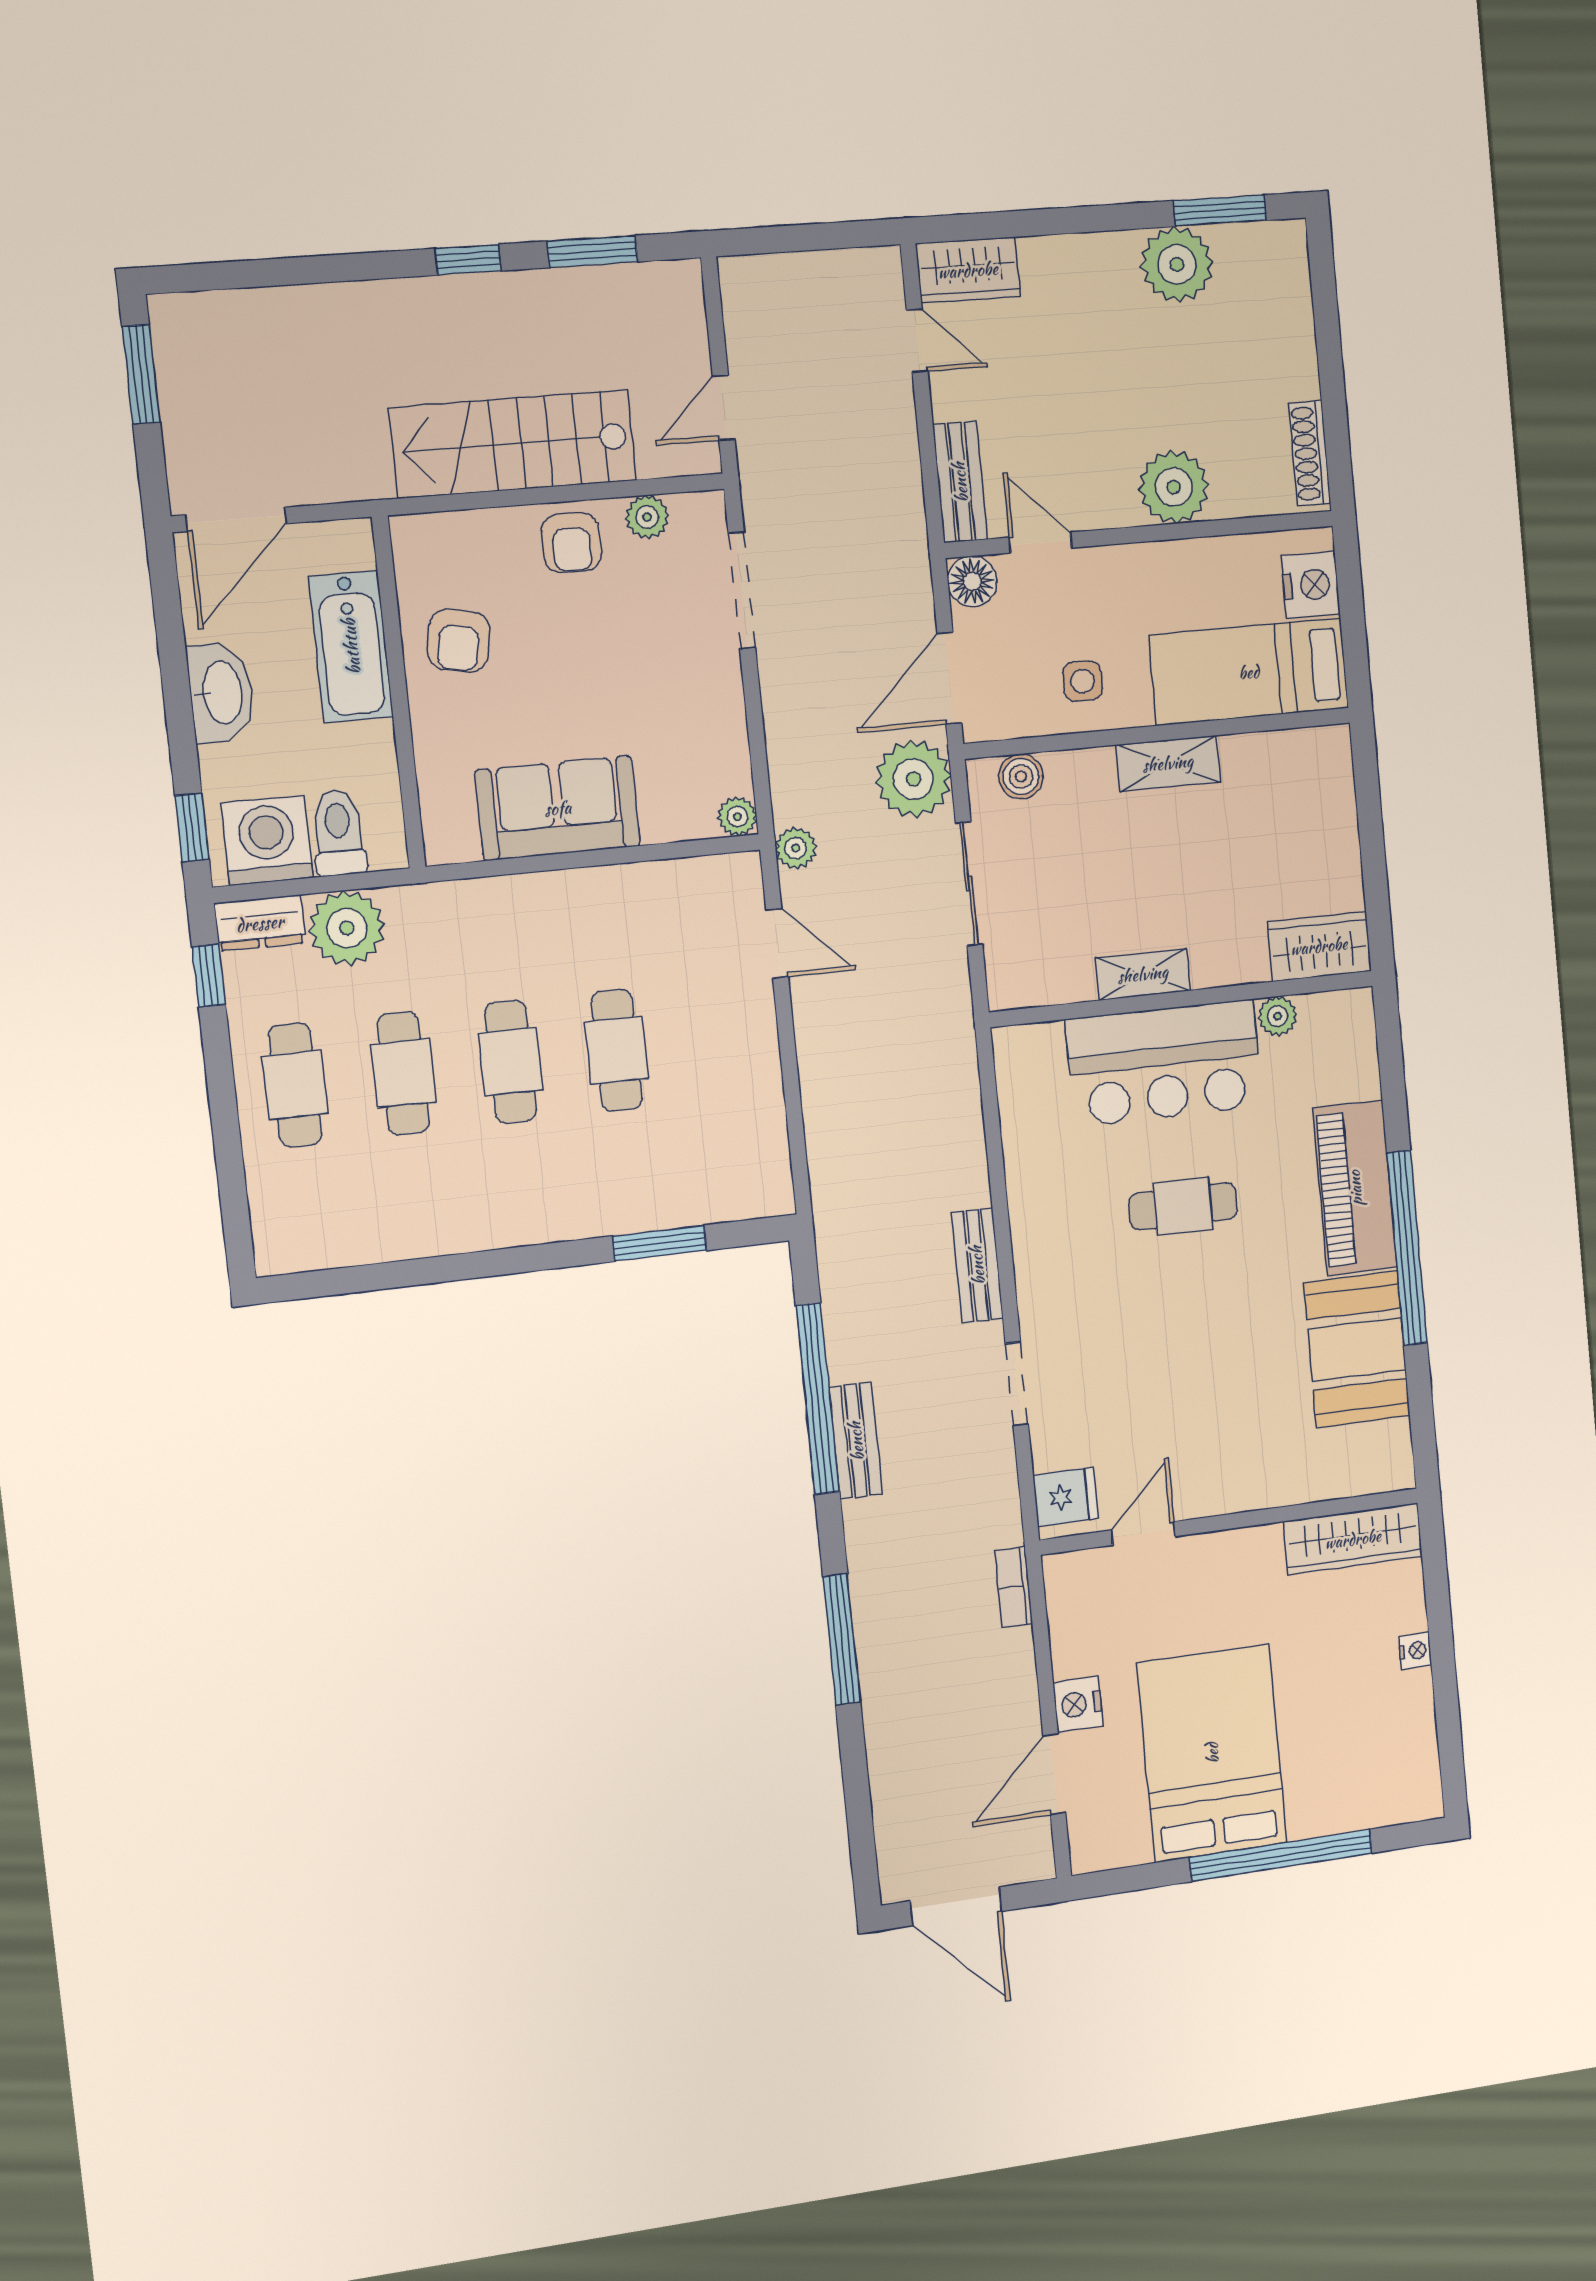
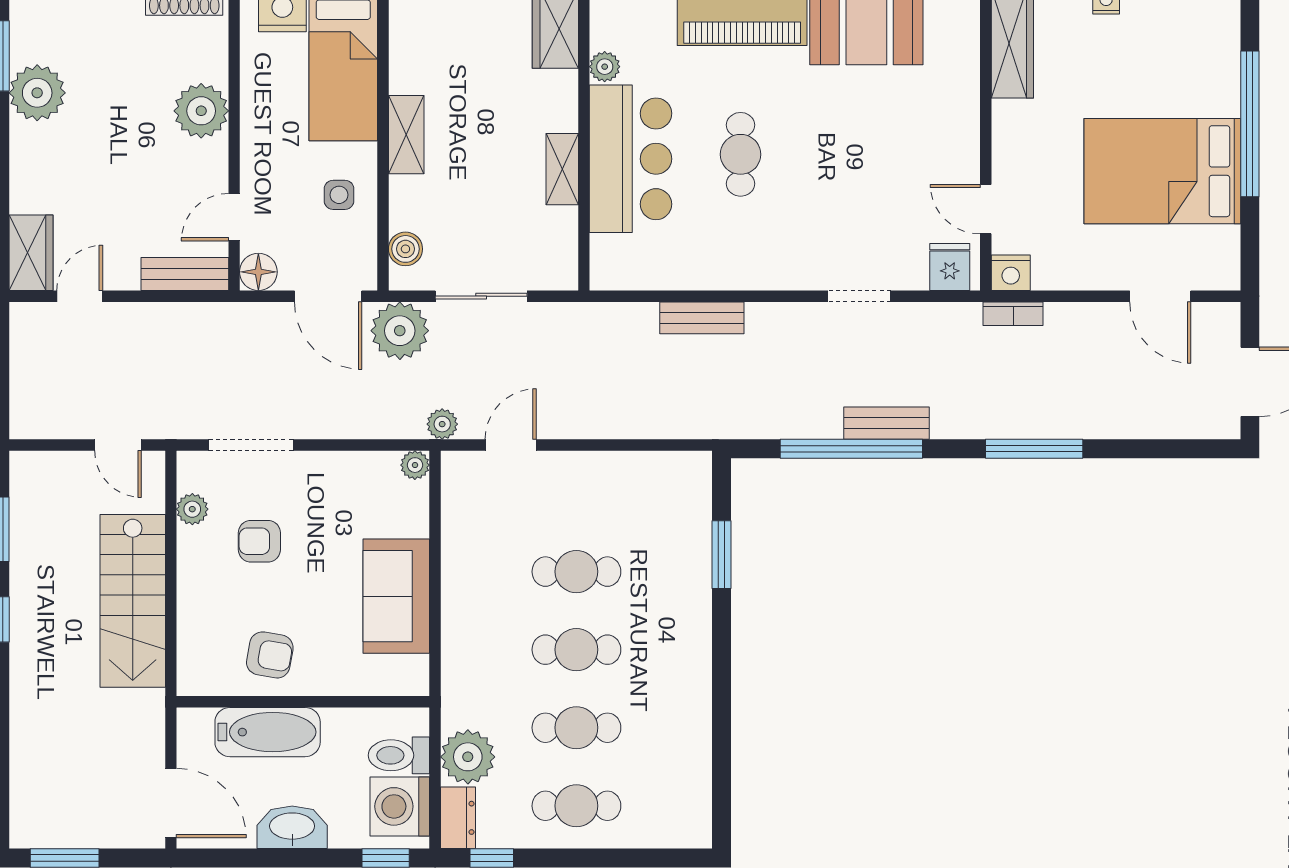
armchair: (572, 543) -> (259, 541), moved, turned 180
bench: (977, 1265) -> (702, 318), moved
nightstand: (1078, 1704) -> (1011, 273), moved

